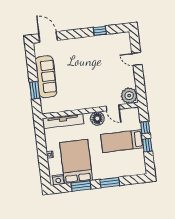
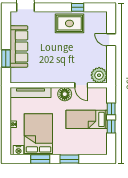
rug: (94, 48) -> (69, 23), added

